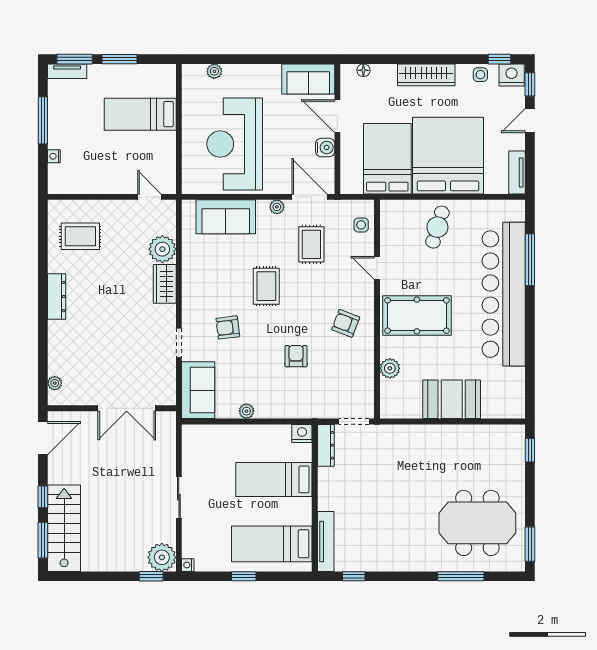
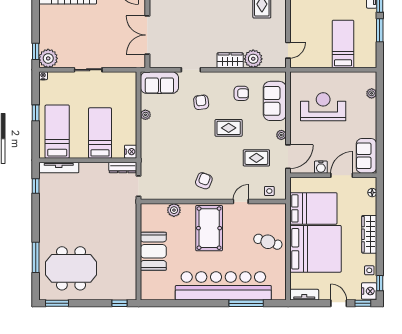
reception desk: (235, 144) -> (323, 107), width x0.74, depth x0.77
armchair: (296, 356) -> (241, 93), moved
meeting table: (477, 523) -> (71, 268), turned 90

